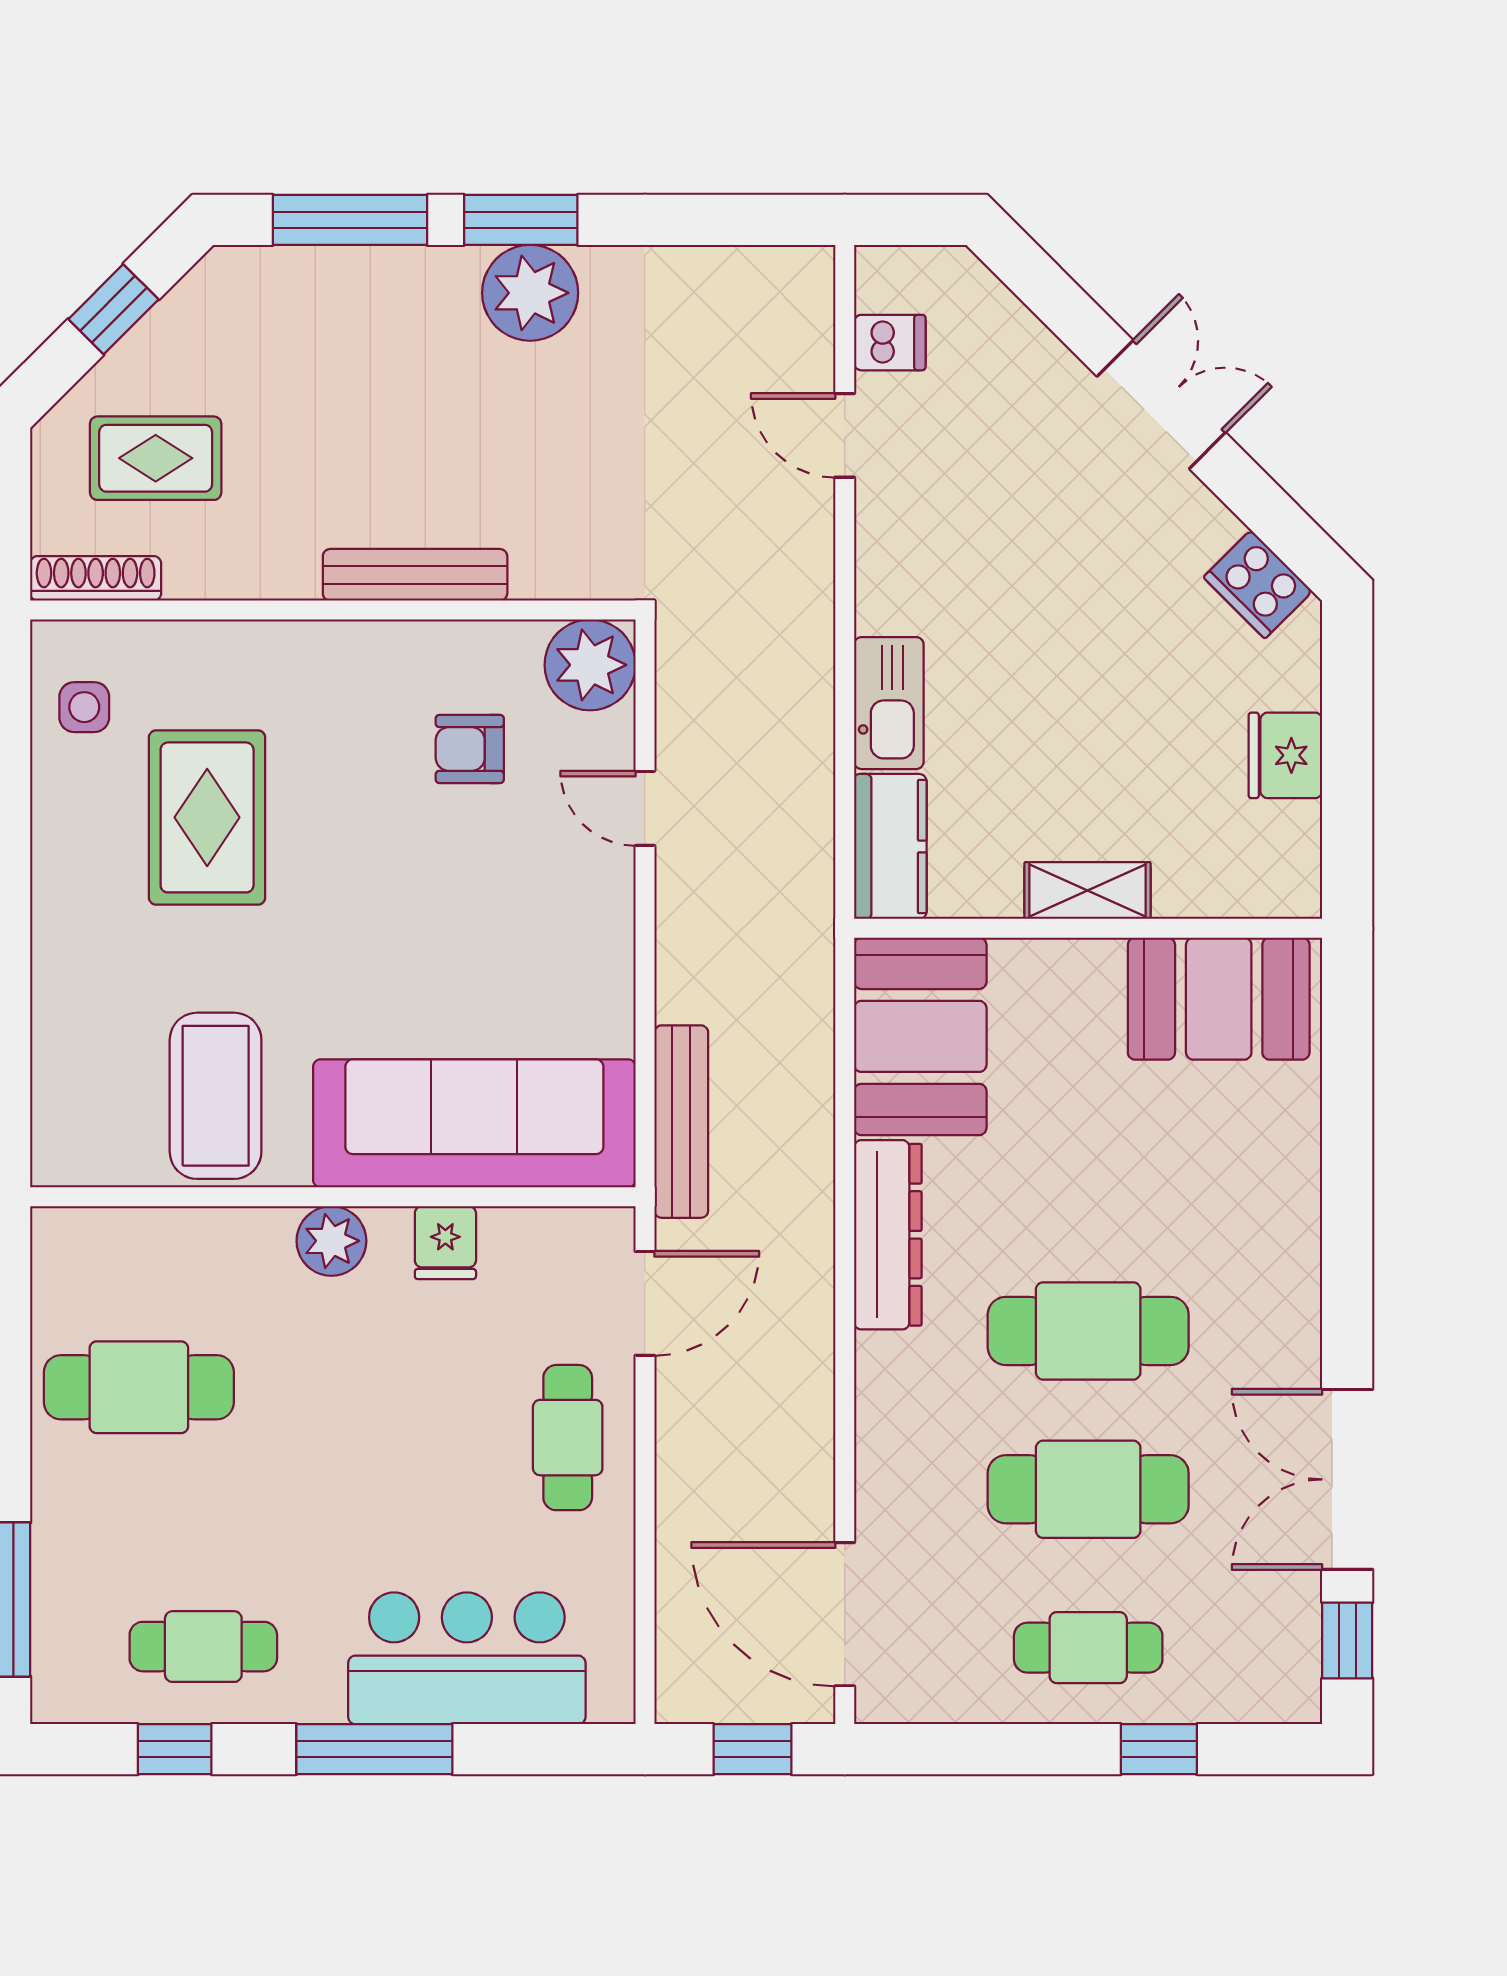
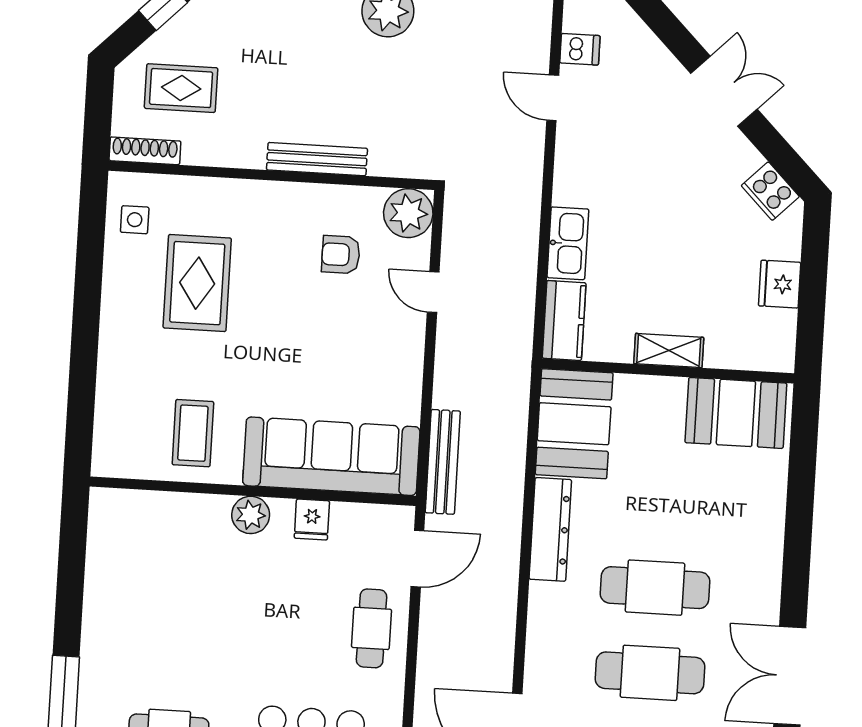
coffee table: (216, 1096) -> (193, 433), width x0.73, depth x0.76
cafe table: (139, 1387) -> (142, 588), removed

